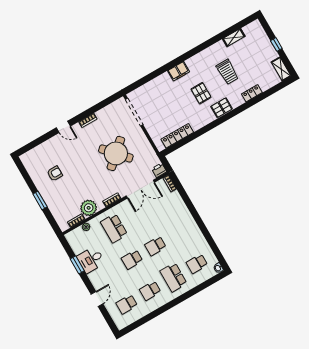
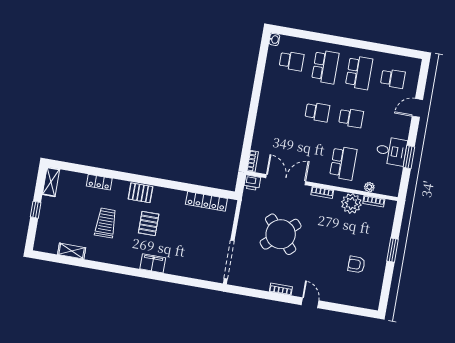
school desk: (150, 291) -> (359, 73), width x1.85

